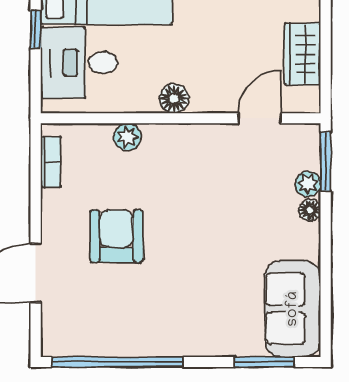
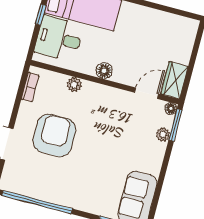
wardrobe: (303, 54) -> (174, 80), moved
floor lamp: (310, 210) -> (171, 108), moved
armchair: (116, 236) -> (54, 135), width x1.36, depth x1.36

